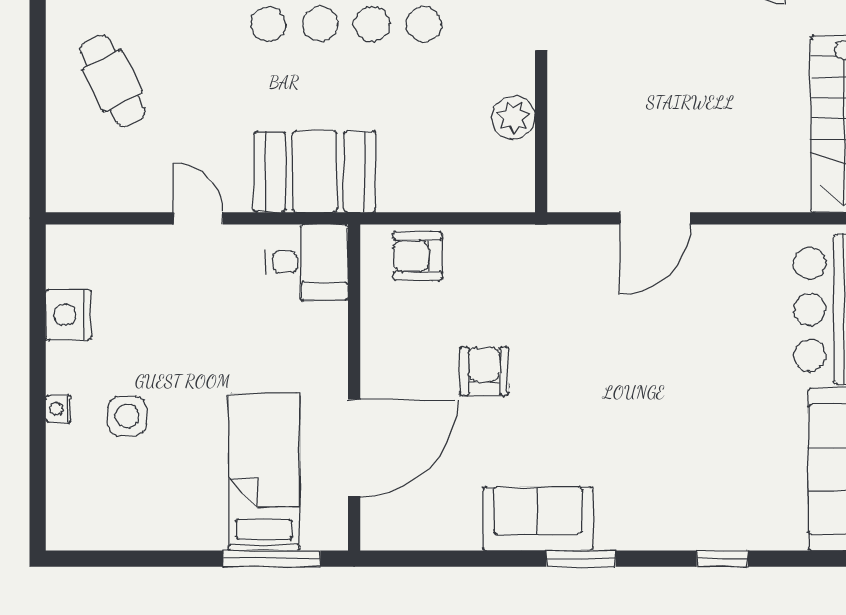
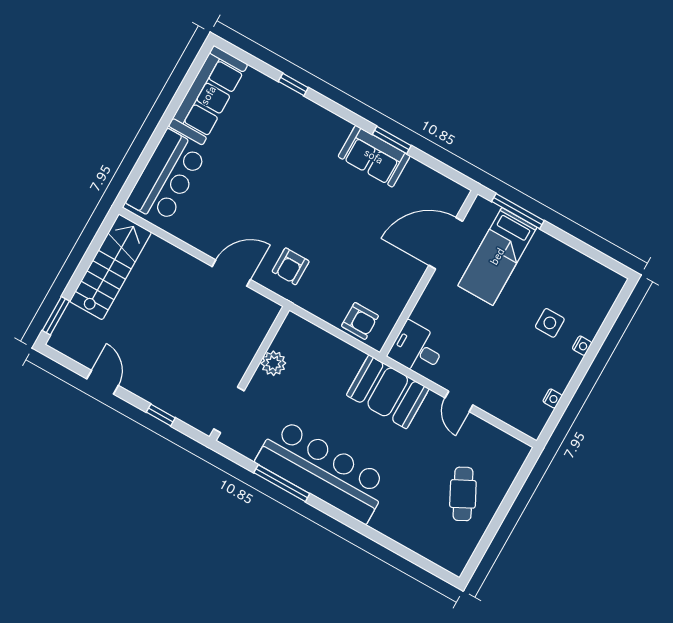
nightstand: (68, 315) -> (552, 398), width x0.53, depth x0.56
armchair: (484, 371) -> (291, 266), moved
window: (581, 559) -> (392, 140), moved

